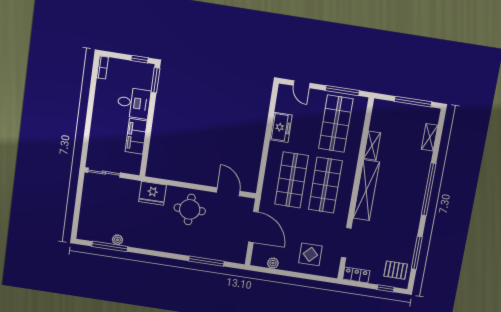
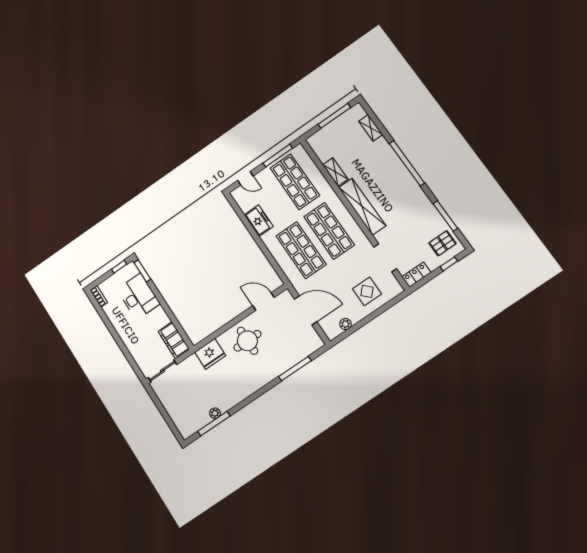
desk: (134, 103) -> (138, 297), width x1.37
filing cabinet: (136, 136) -> (174, 340), moved

